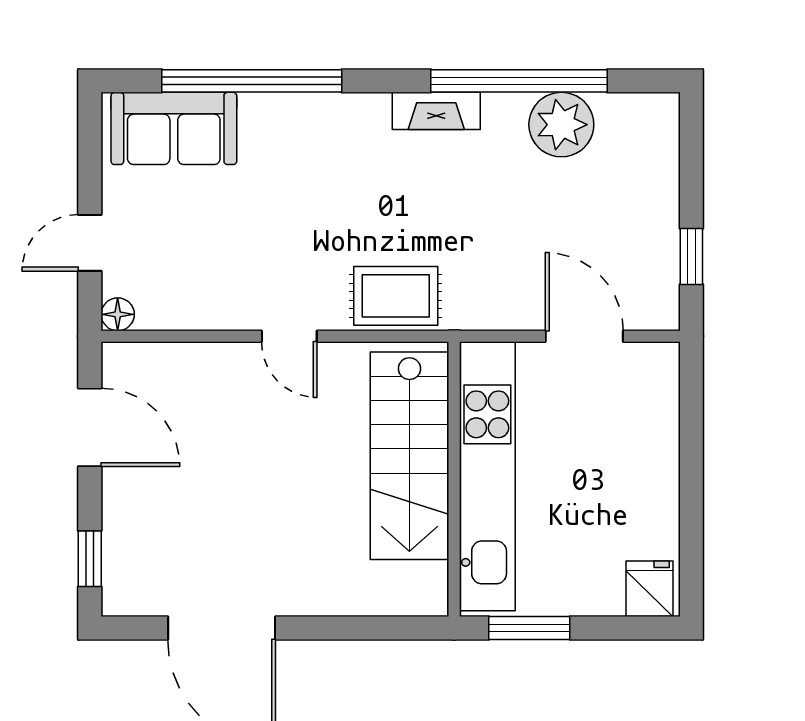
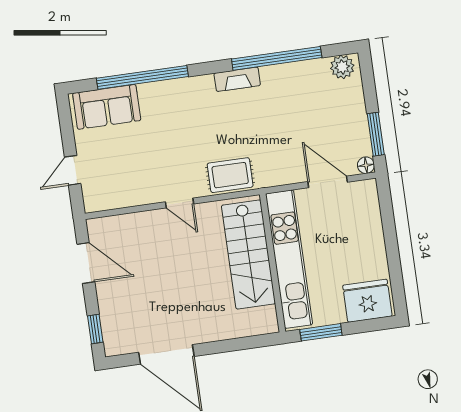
plant: (561, 125) -> (342, 67), moved, width x0.73, depth x0.73
window: (691, 256) -> (376, 134), width x1.50
floor lamp: (118, 314) -> (366, 165), moved
fridge: (649, 589) -> (367, 301), width x1.88, depth x1.34

